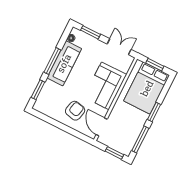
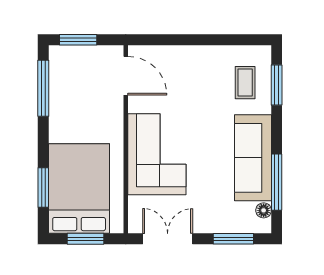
double door: (119, 47) -> (168, 239), swing flipped
window: (52, 61) -> (277, 182), moved
coffee table: (51, 98) -> (245, 83), added
armchair: (75, 111) -> (189, 81), removed
window: (154, 112) -> (43, 188), moved

